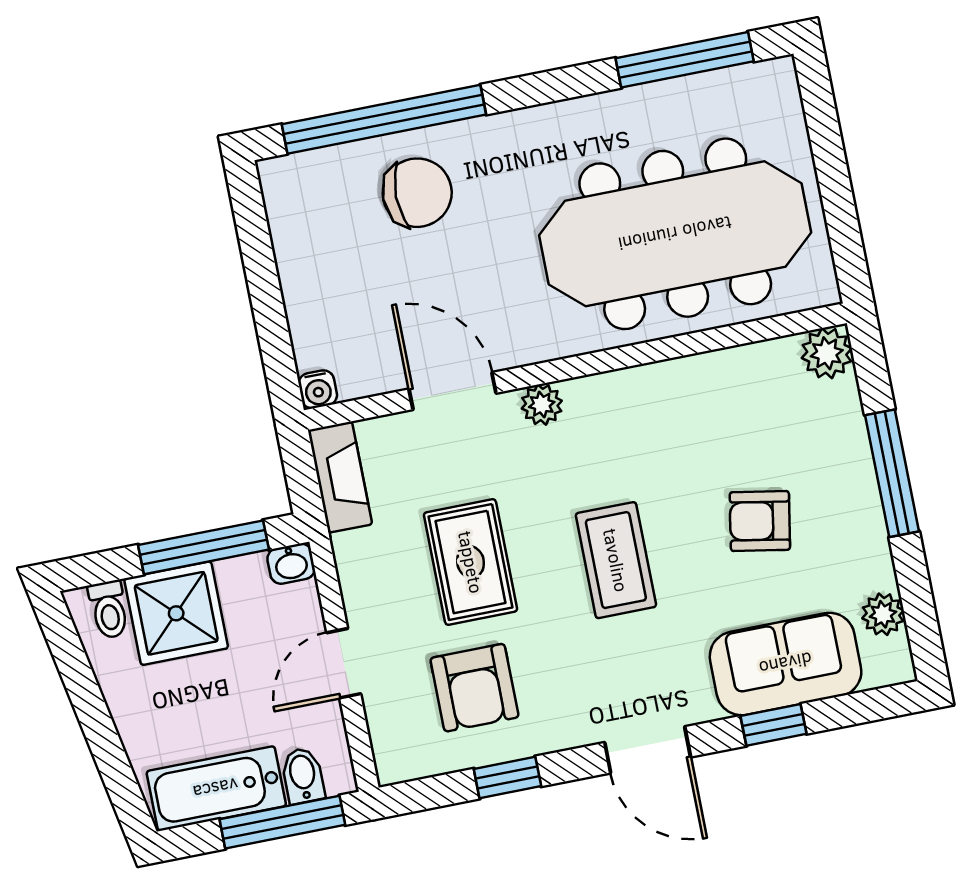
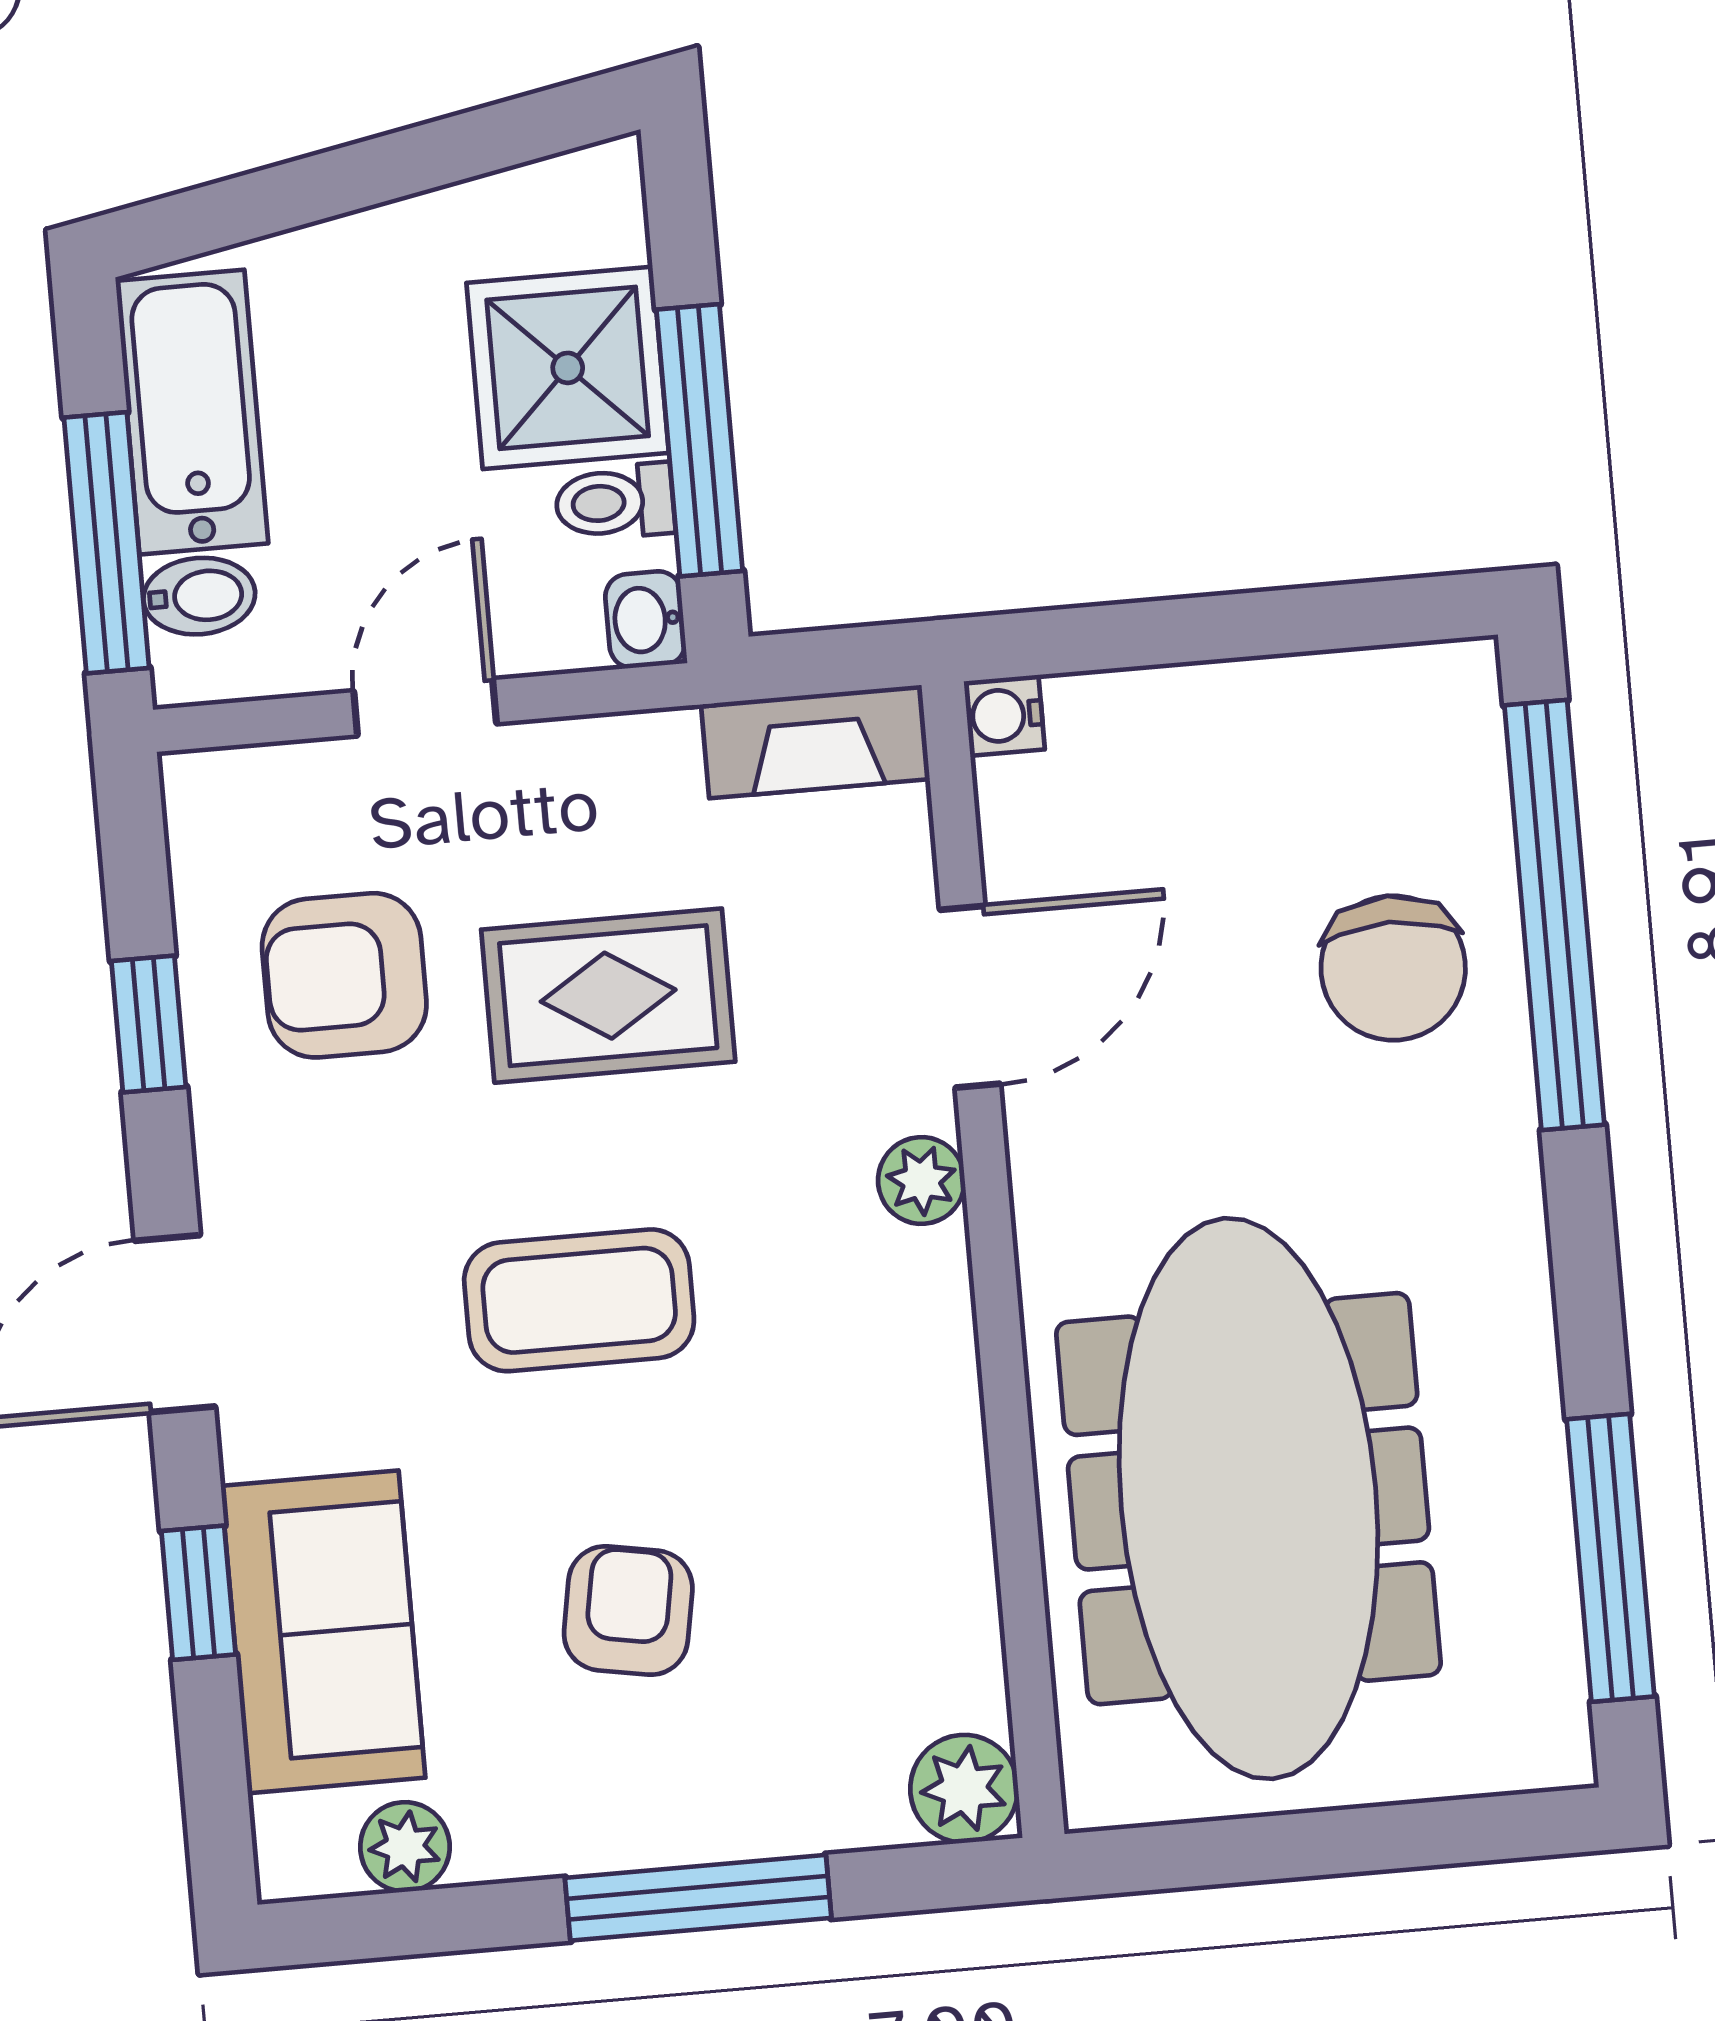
toilet: (109, 610) -> (615, 502), moved
door: (344, 663) -> (425, 707), hinge flipped

